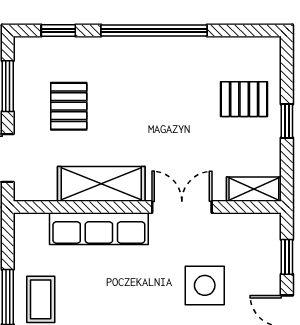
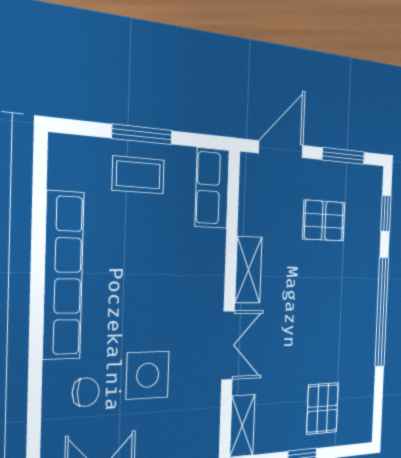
shelving: (101, 184) -> (249, 270), width x0.67, depth x0.75
row of seats: (99, 229) -> (212, 188), moved, width x0.68

